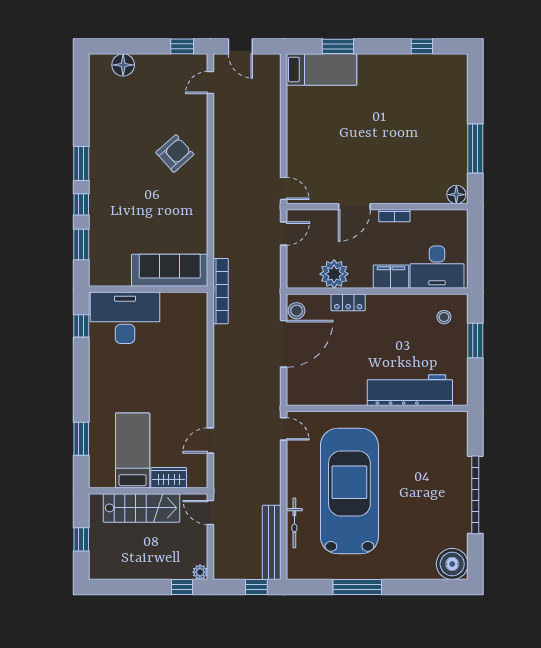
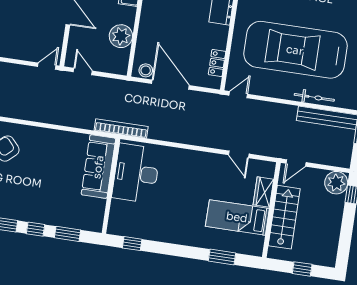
locker: (348, 302) -> (217, 63), moved, turned 180
desk: (125, 318) -> (136, 173), moved
plant: (200, 572) -> (336, 183), width x1.87, depth x1.87

